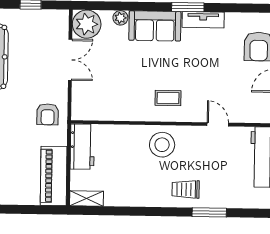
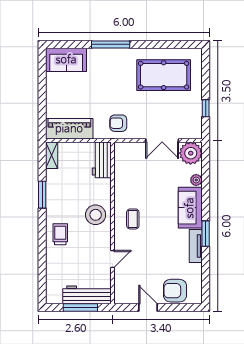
workbench: (82, 147) -> (102, 160), moved, turned 90
window: (209, 212) -> (42, 195), moved

